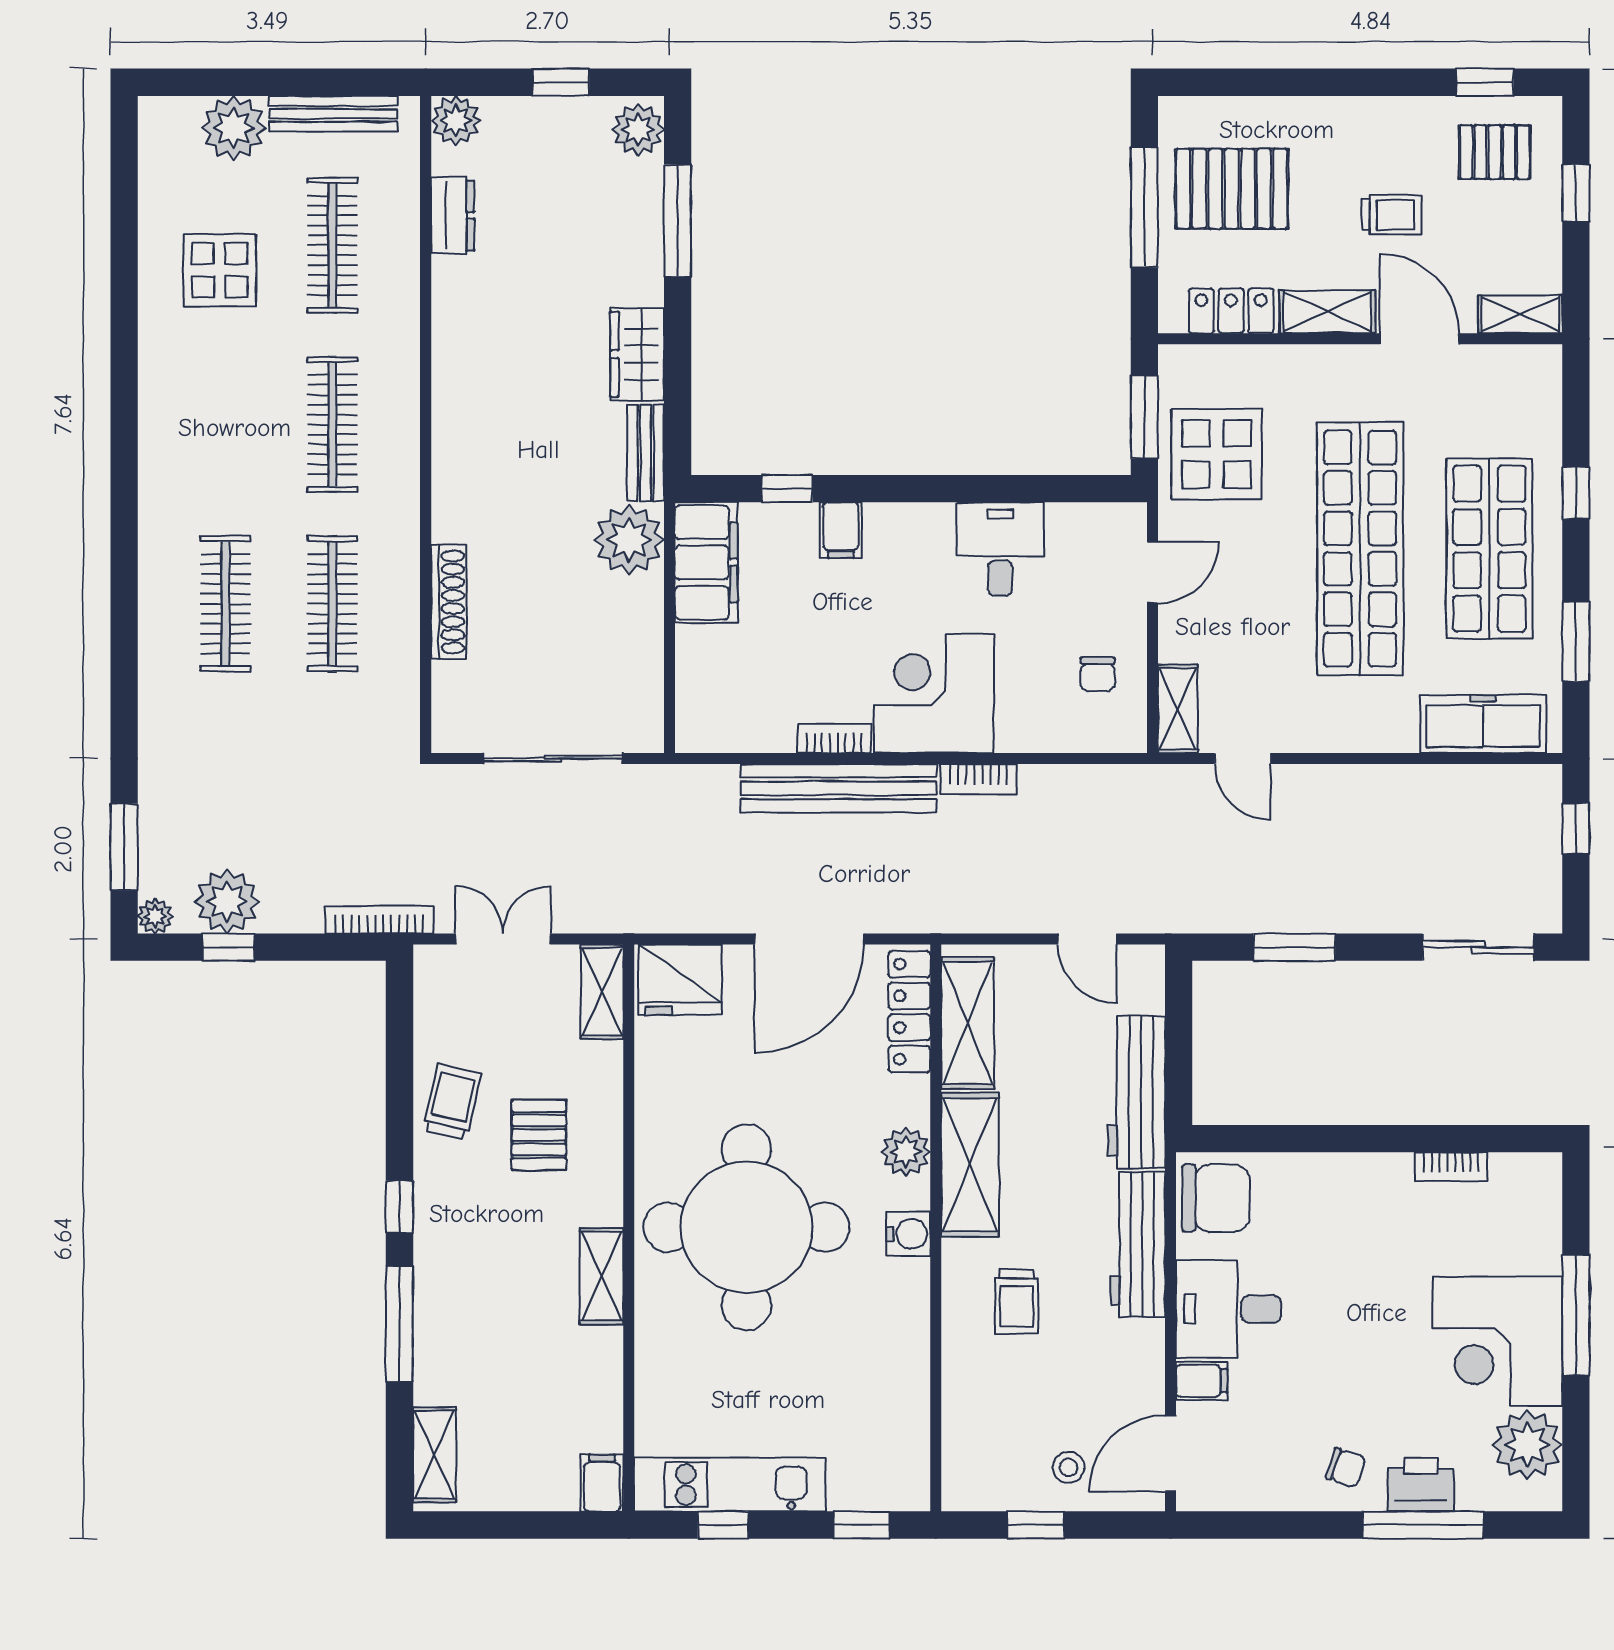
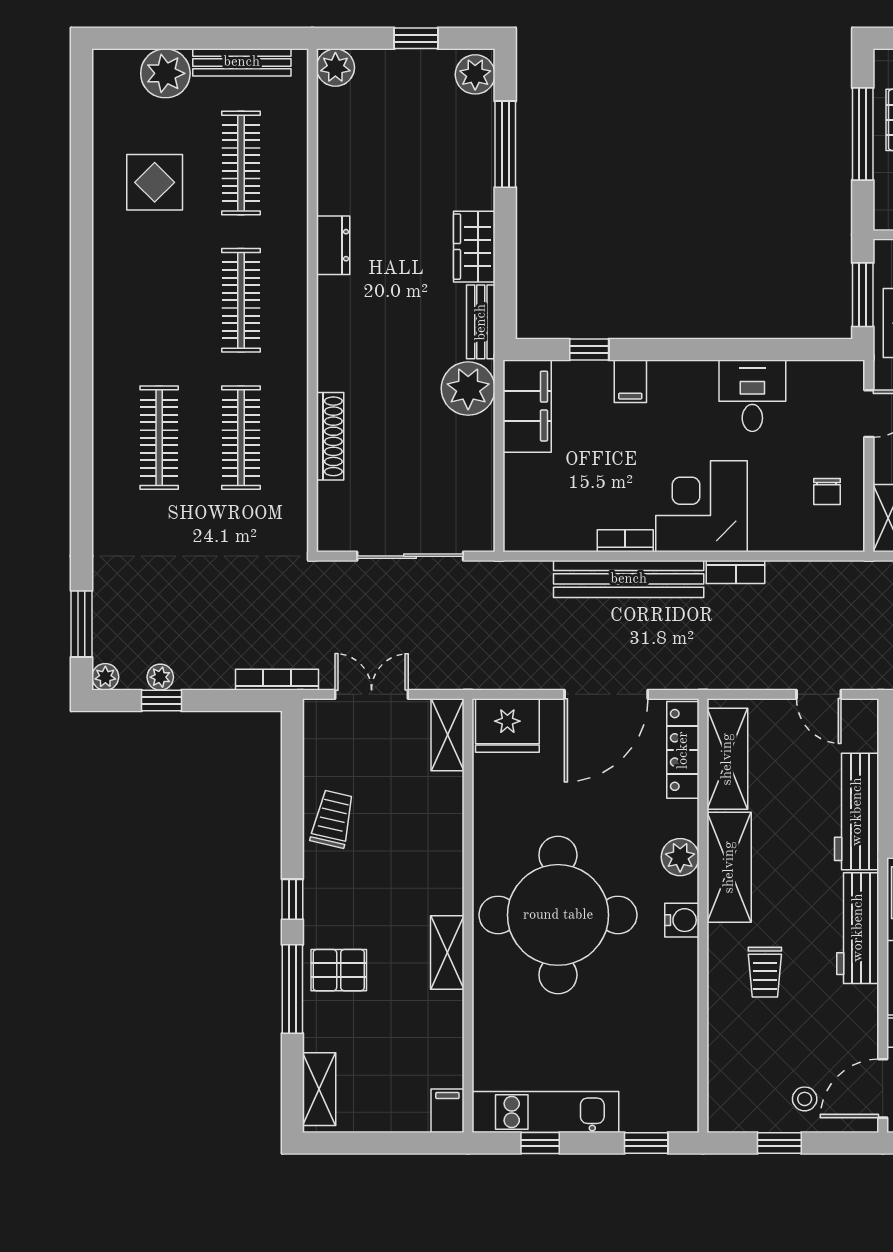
dresser: (453, 215) -> (333, 245), moved
plant: (227, 902) -> (160, 677), width x0.53, depth x0.53
pallet: (539, 1135) -> (339, 970), moved, turned 90

